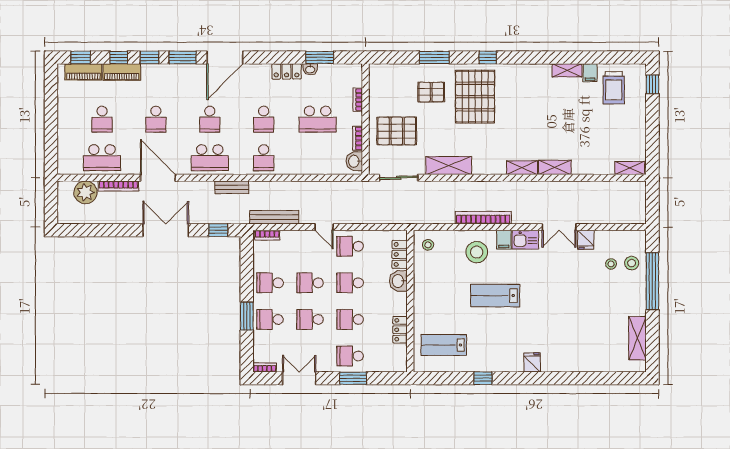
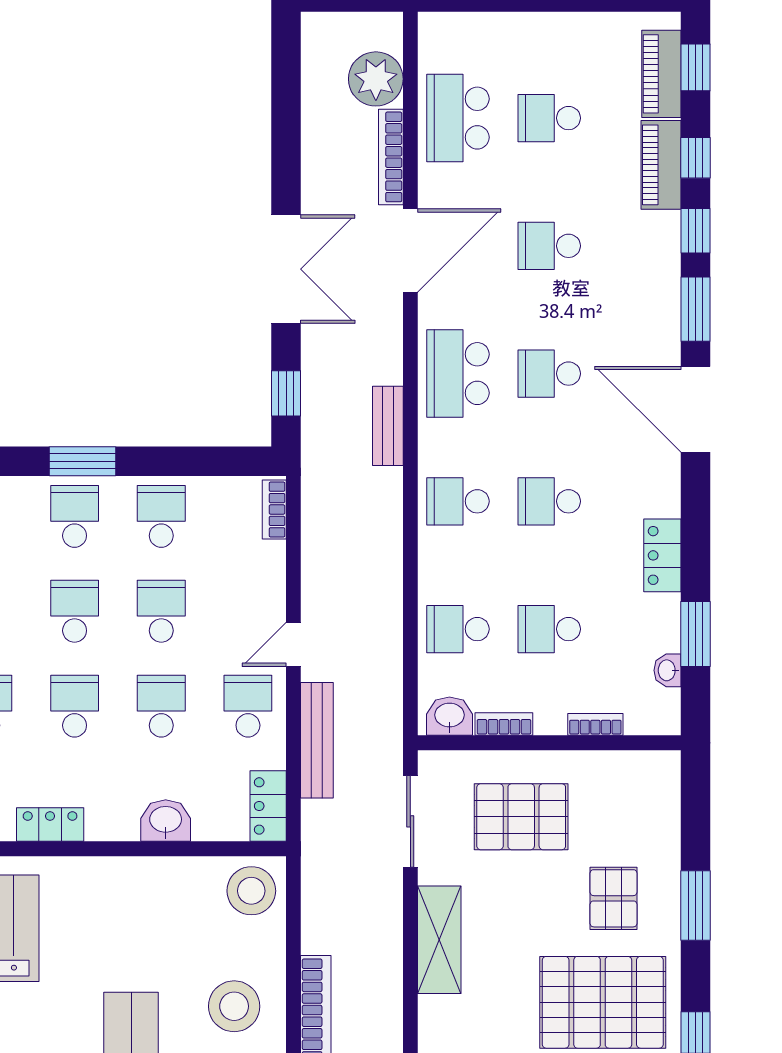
washbasin: (310, 69) -> (667, 670), moved
school desk: (318, 119) -> (549, 629), width x0.54
pallet: (397, 131) -> (521, 817), turned 90
school desk: (318, 158) -> (458, 629), added
bench: (274, 217) -> (317, 740), moved
stool: (428, 245) -> (251, 891), width x1.89, depth x1.89
locker: (400, 254) -> (268, 806), moved, turned -90

